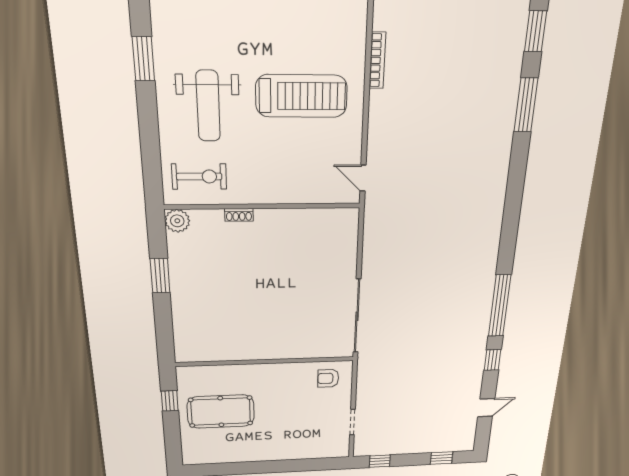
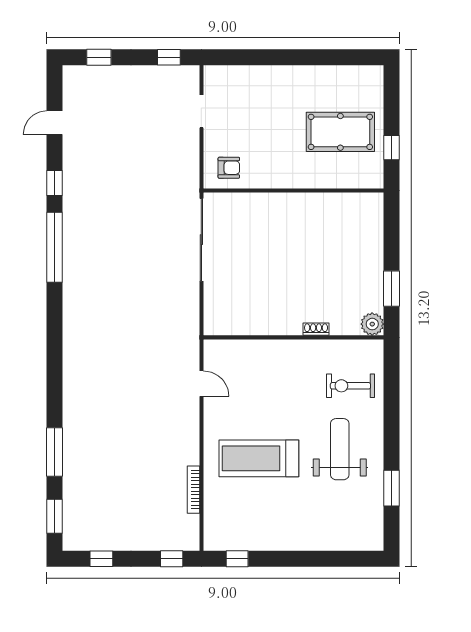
wall: (263, 206) -> (294, 337), moved
shoe rack: (239, 215) -> (316, 329), moved
plant: (177, 221) -> (372, 324), moved

